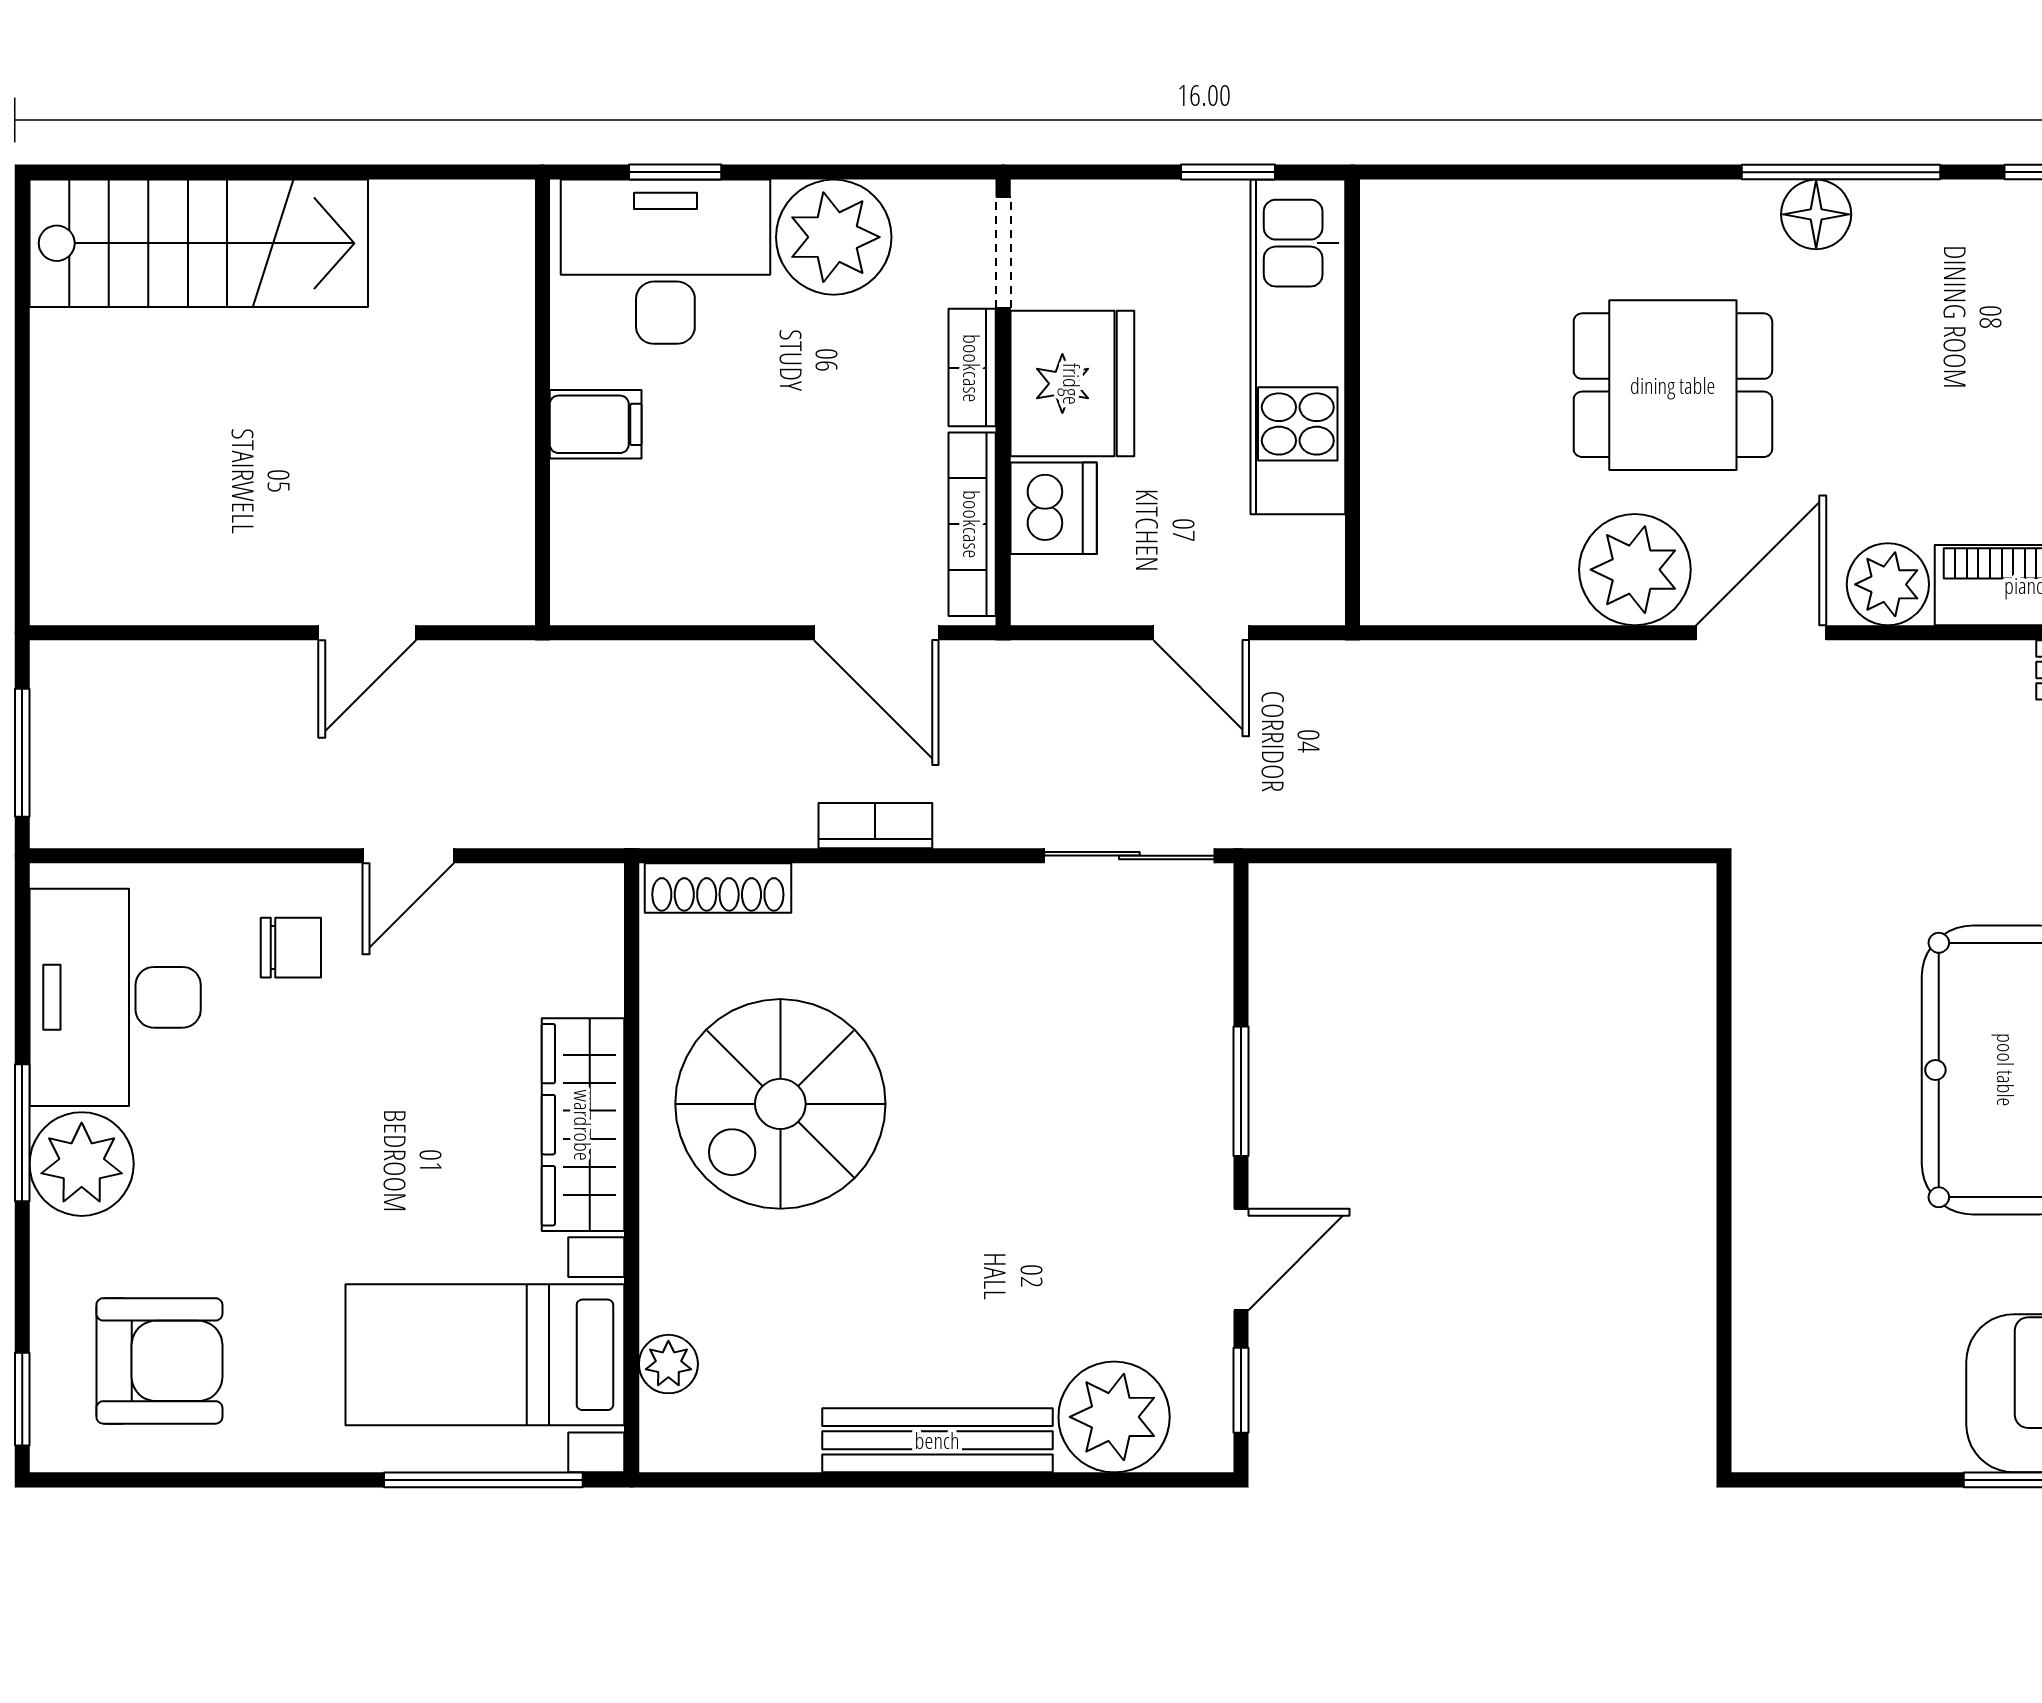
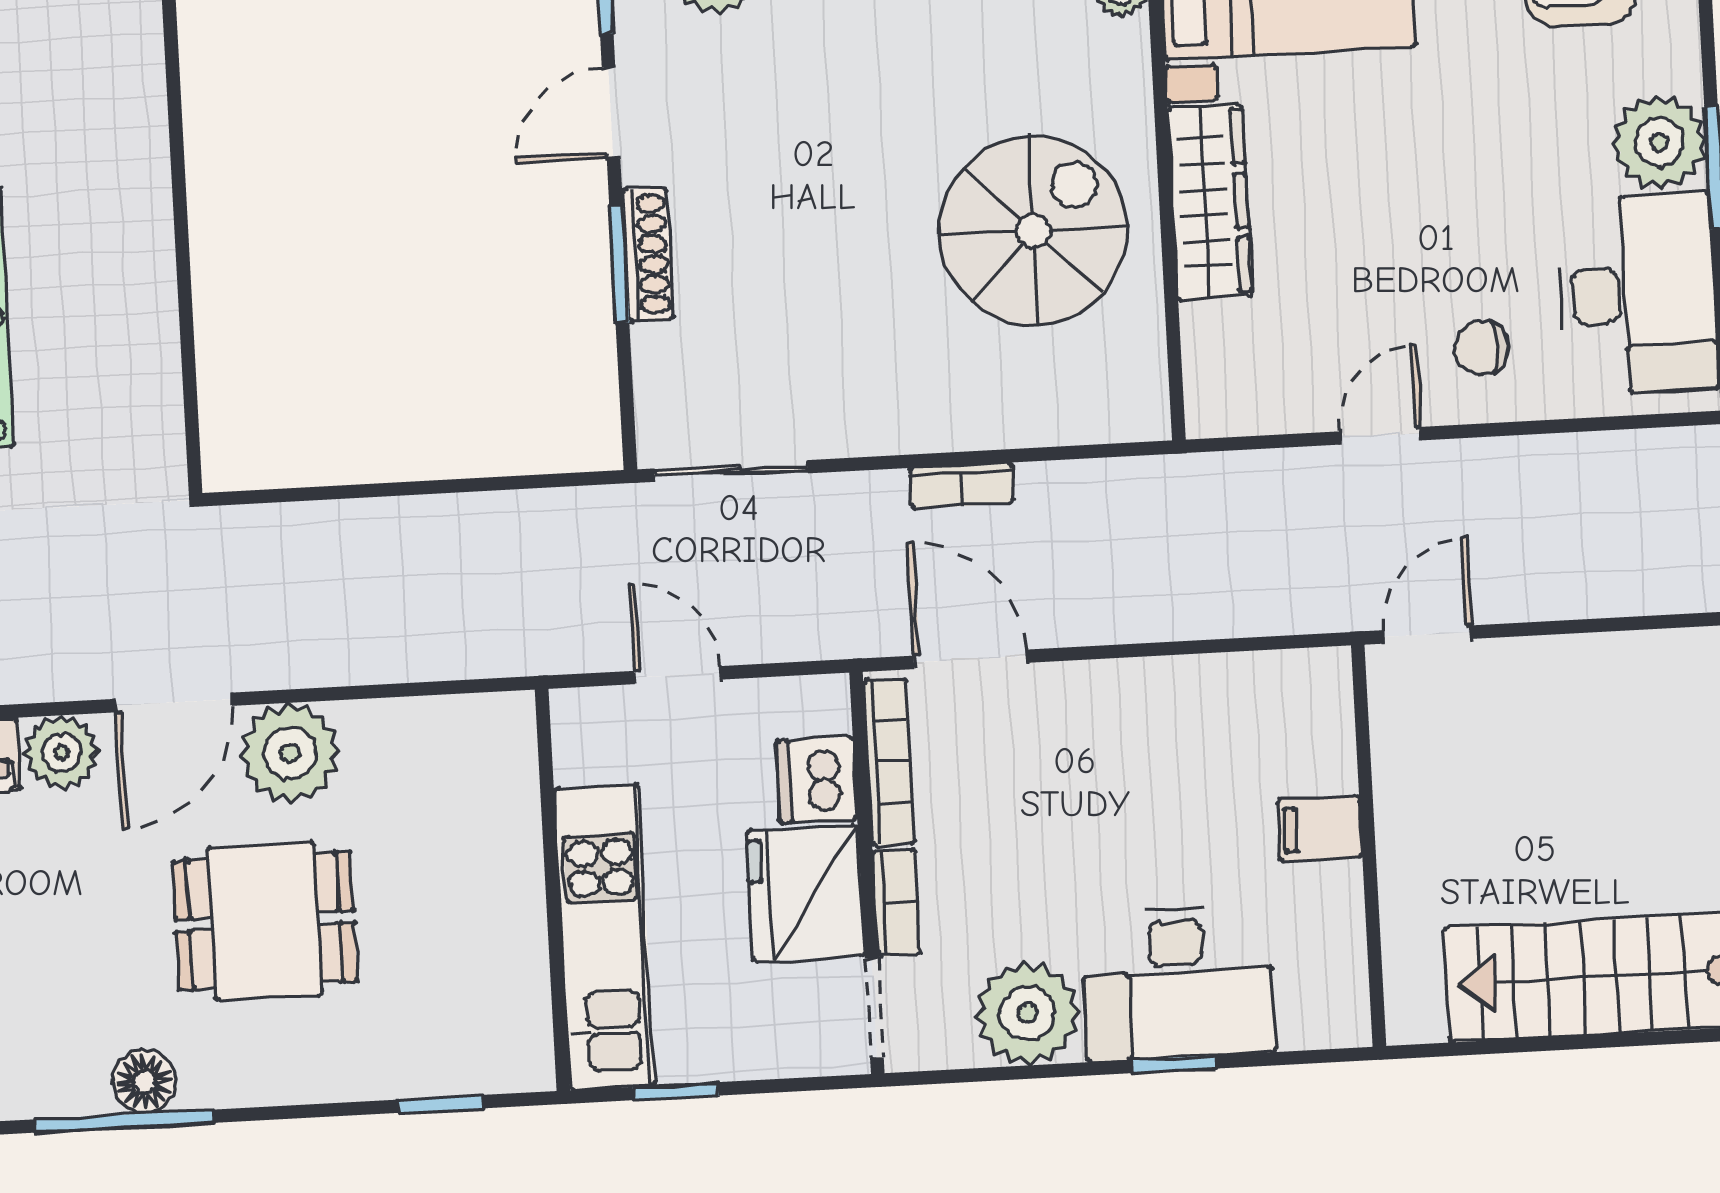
window: (1489, 172) -> (441, 1104), added
wall: (542, 402) -> (1369, 846), moved
filing cabinet: (596, 424) -> (1320, 829), moved
shoe rack: (718, 888) -> (648, 254), moved, turned 90

